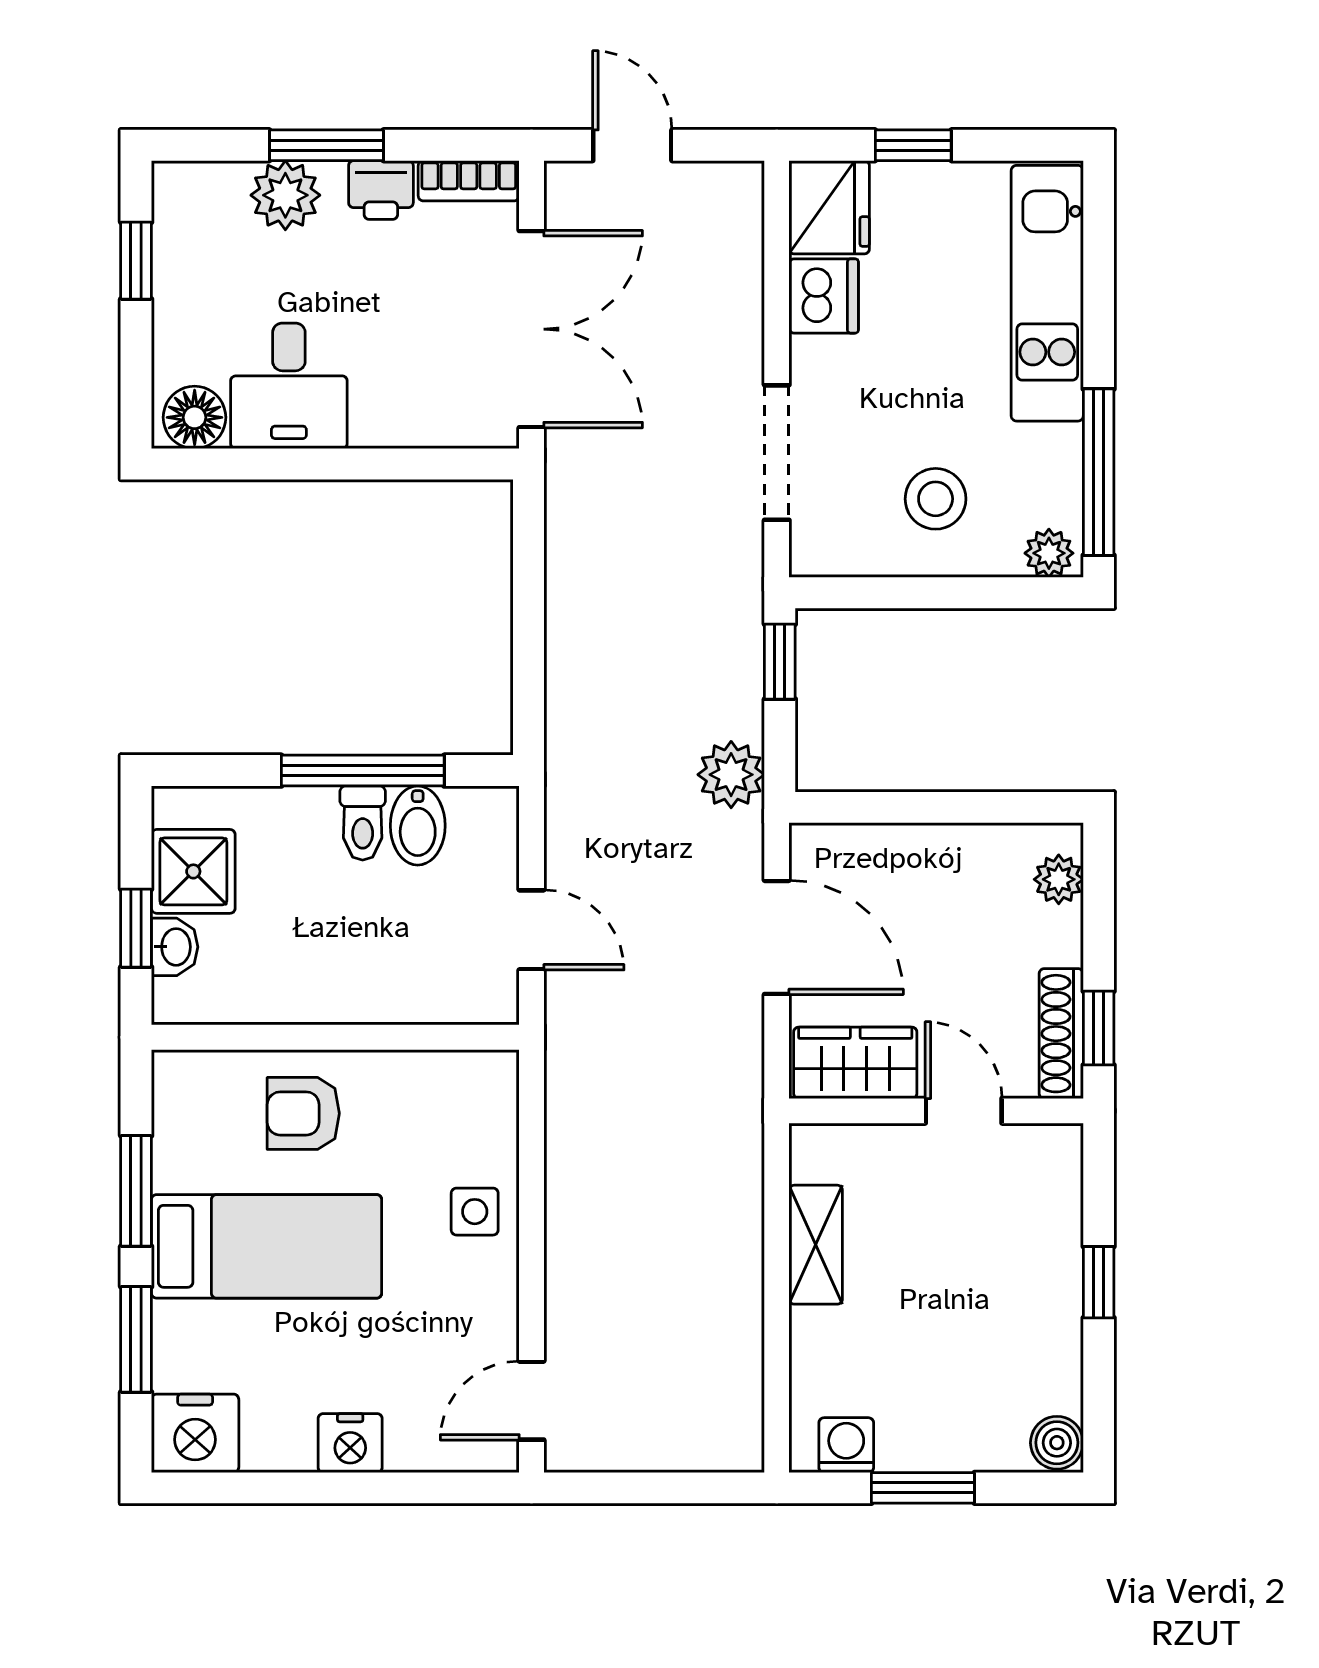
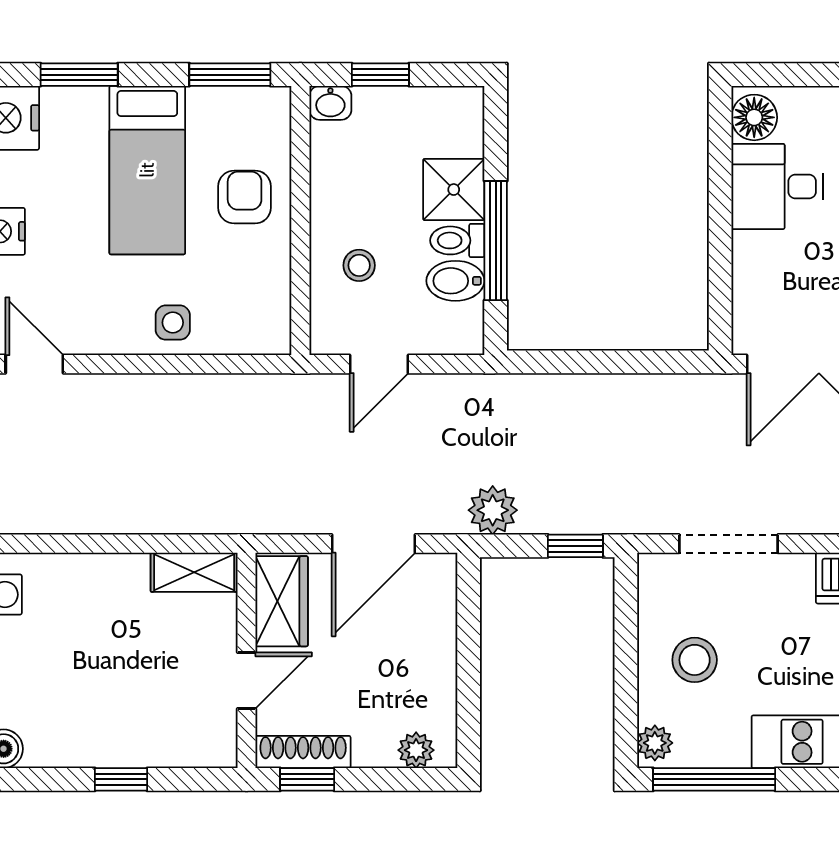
shower: (193, 871) -> (454, 190), moved
washbasin: (175, 947) -> (330, 103), moved
stool: (397, 957) -> (359, 265), added
window: (136, 1191) -> (230, 75), moved
shelving: (816, 1245) -> (194, 572), moved

